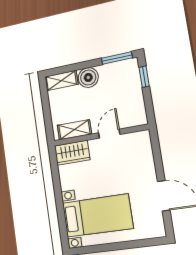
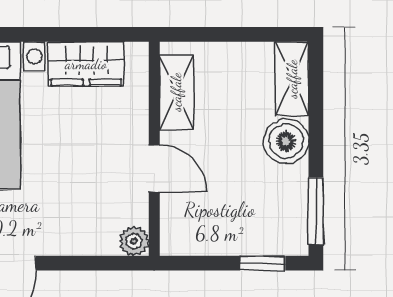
plant: (143, 137) -> (134, 241), added
wardrobe: (72, 153) -> (86, 64), moved, turned -90

